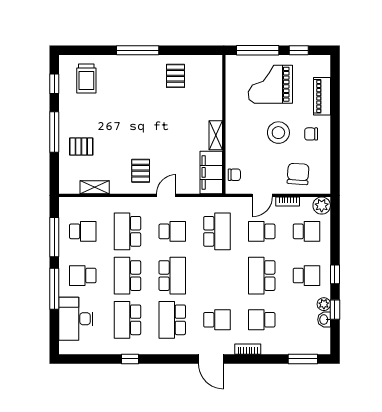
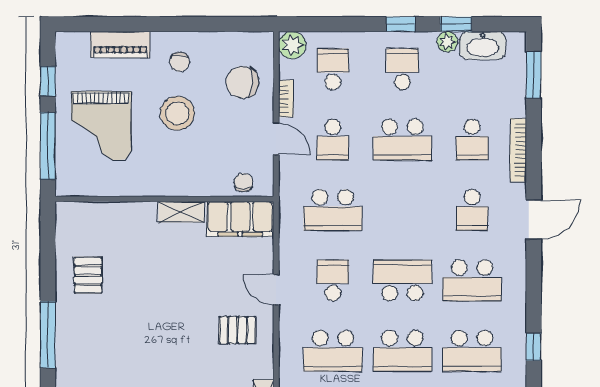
pallet: (176, 76) -> (88, 275), turned 90
school desk: (217, 231) -> (333, 210), turned 180
school desk: (217, 320) -> (472, 210), turned 180
washbasin: (324, 320) -> (483, 46), width x1.91, depth x1.45
bookcase: (248, 349) -> (518, 150), width x1.56

